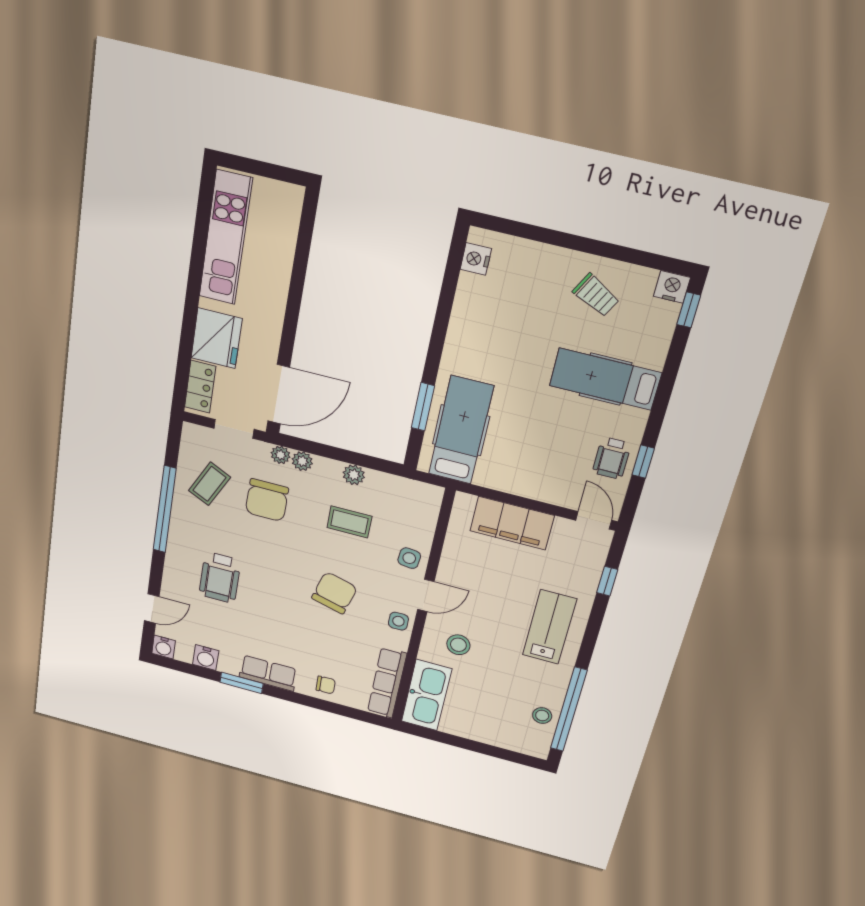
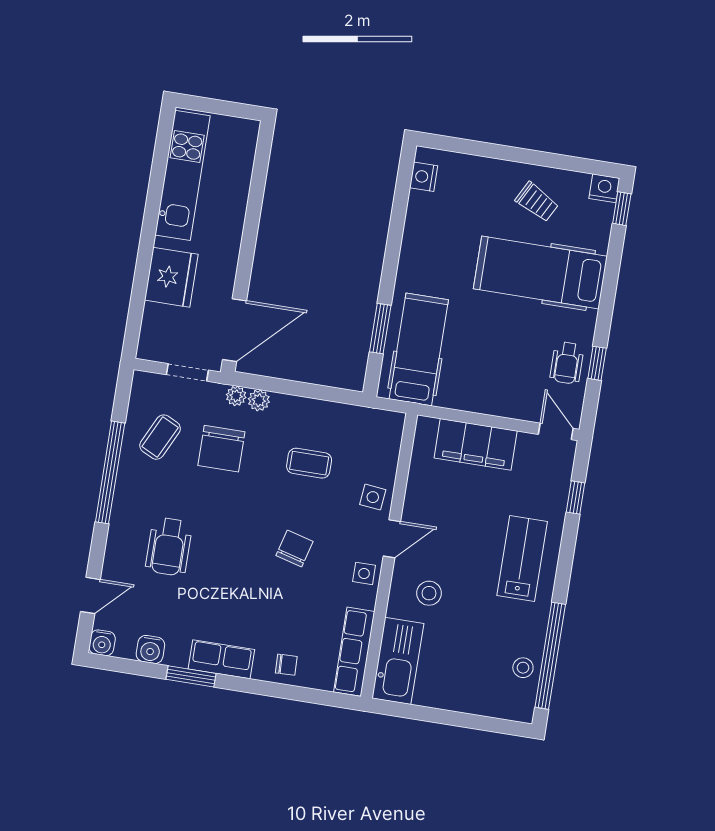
hospital bed: (605, 379) -> (540, 272), width x1.37, depth x1.29
locker: (200, 387) -> (153, 330), removed
plant: (354, 475) -> (312, 409), removed
chair: (334, 593) -> (295, 548), width x0.73, depth x0.73

